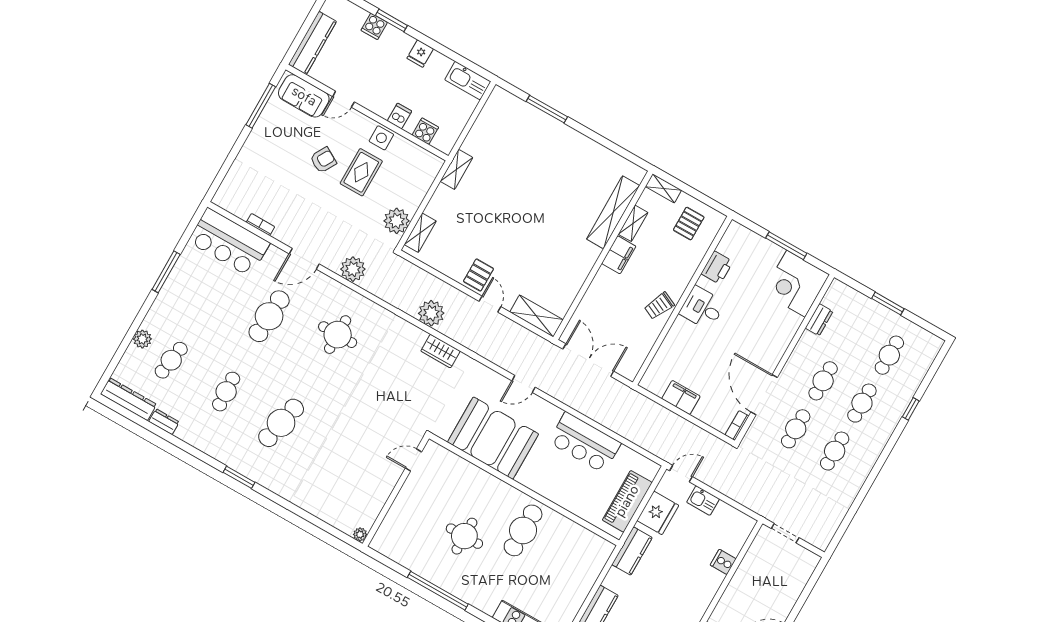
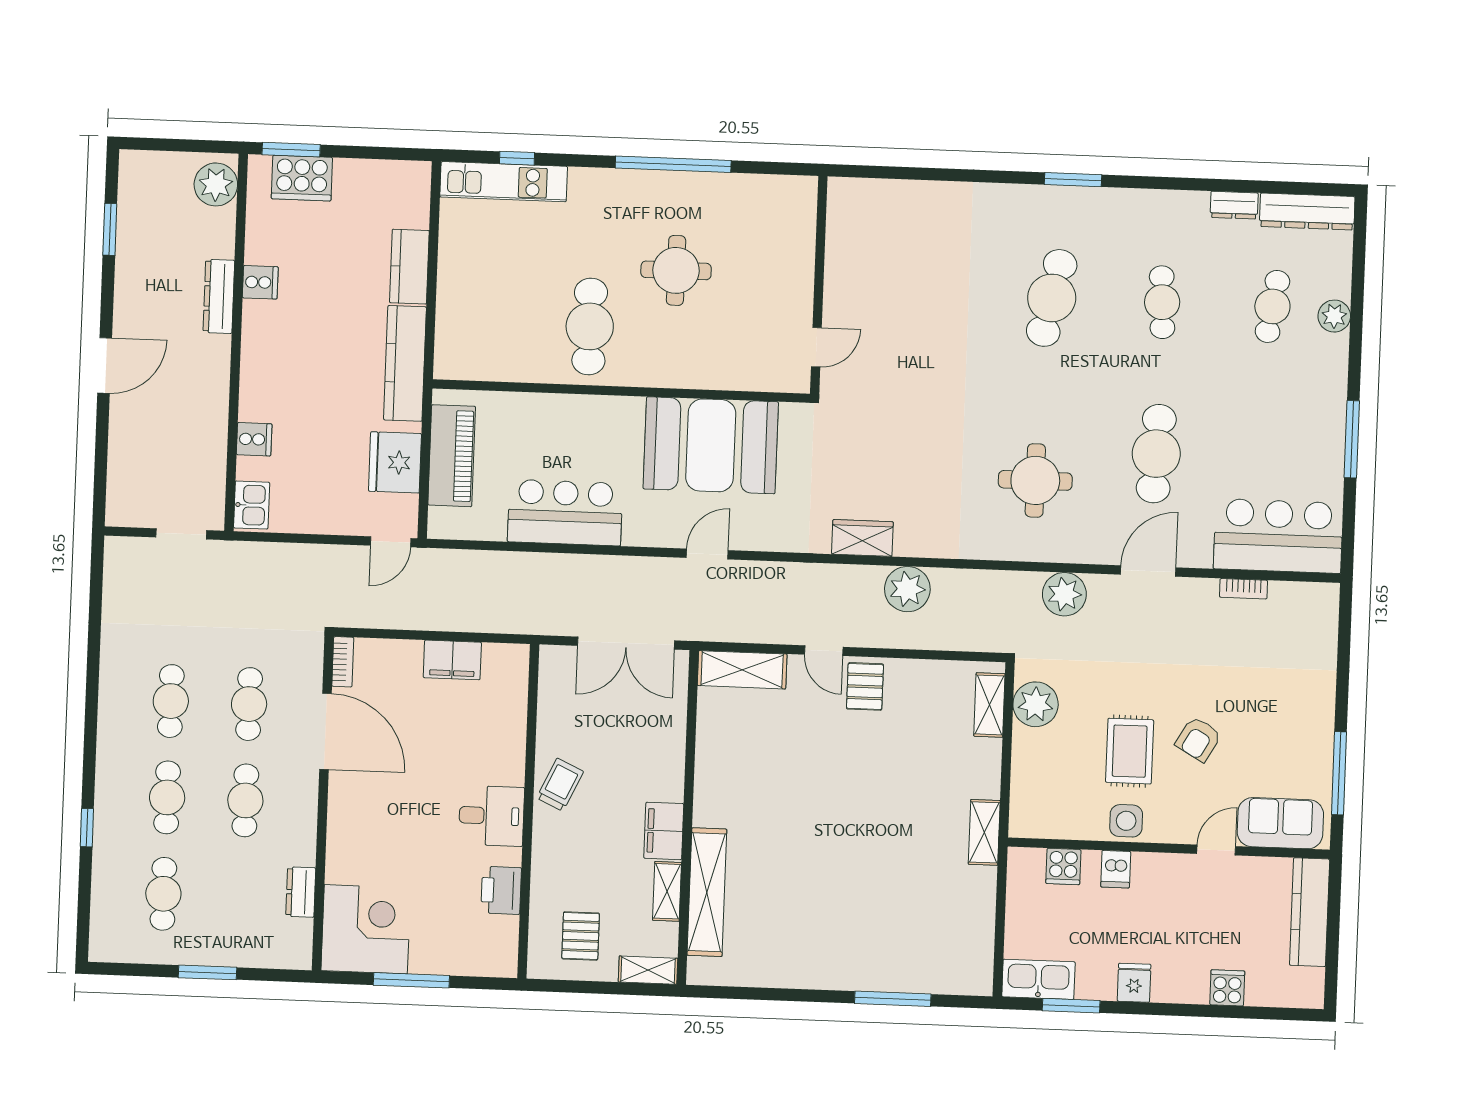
window: (391, 20) -> (1071, 1006), moved
kitchen sink: (703, 501) -> (252, 505), moved, turned 90
plant: (360, 534) -> (839, 189), removed
kitchen counter: (632, 551) -> (405, 363), width x1.50

